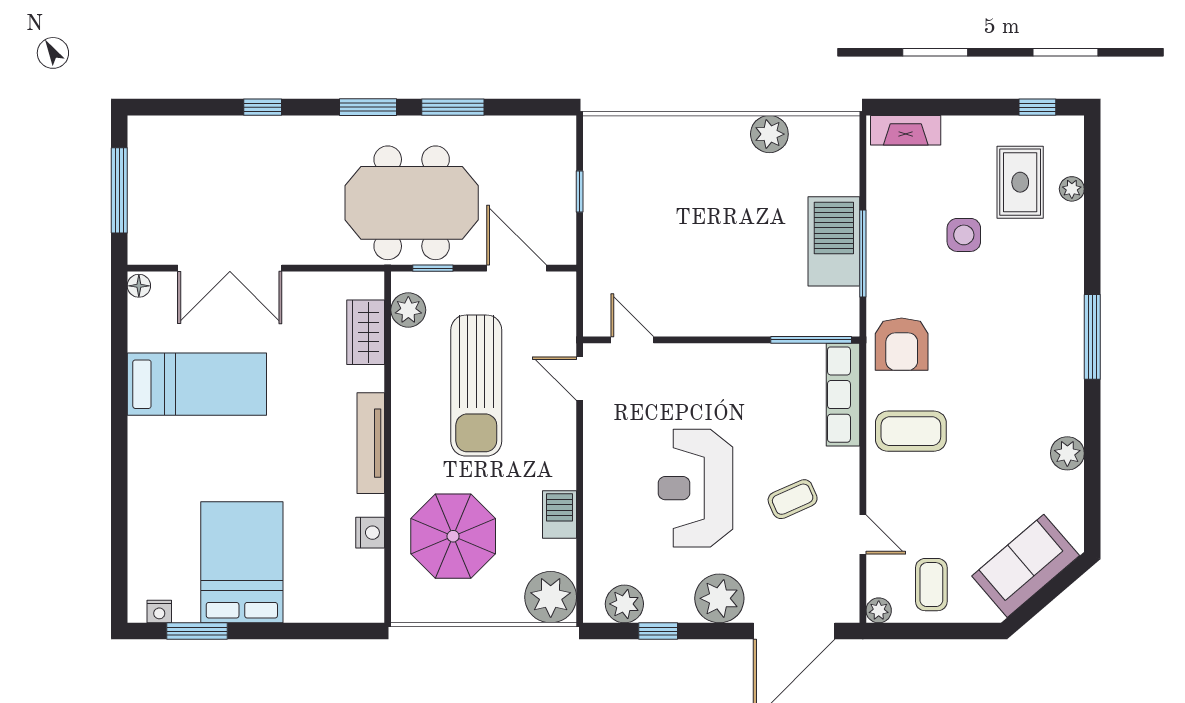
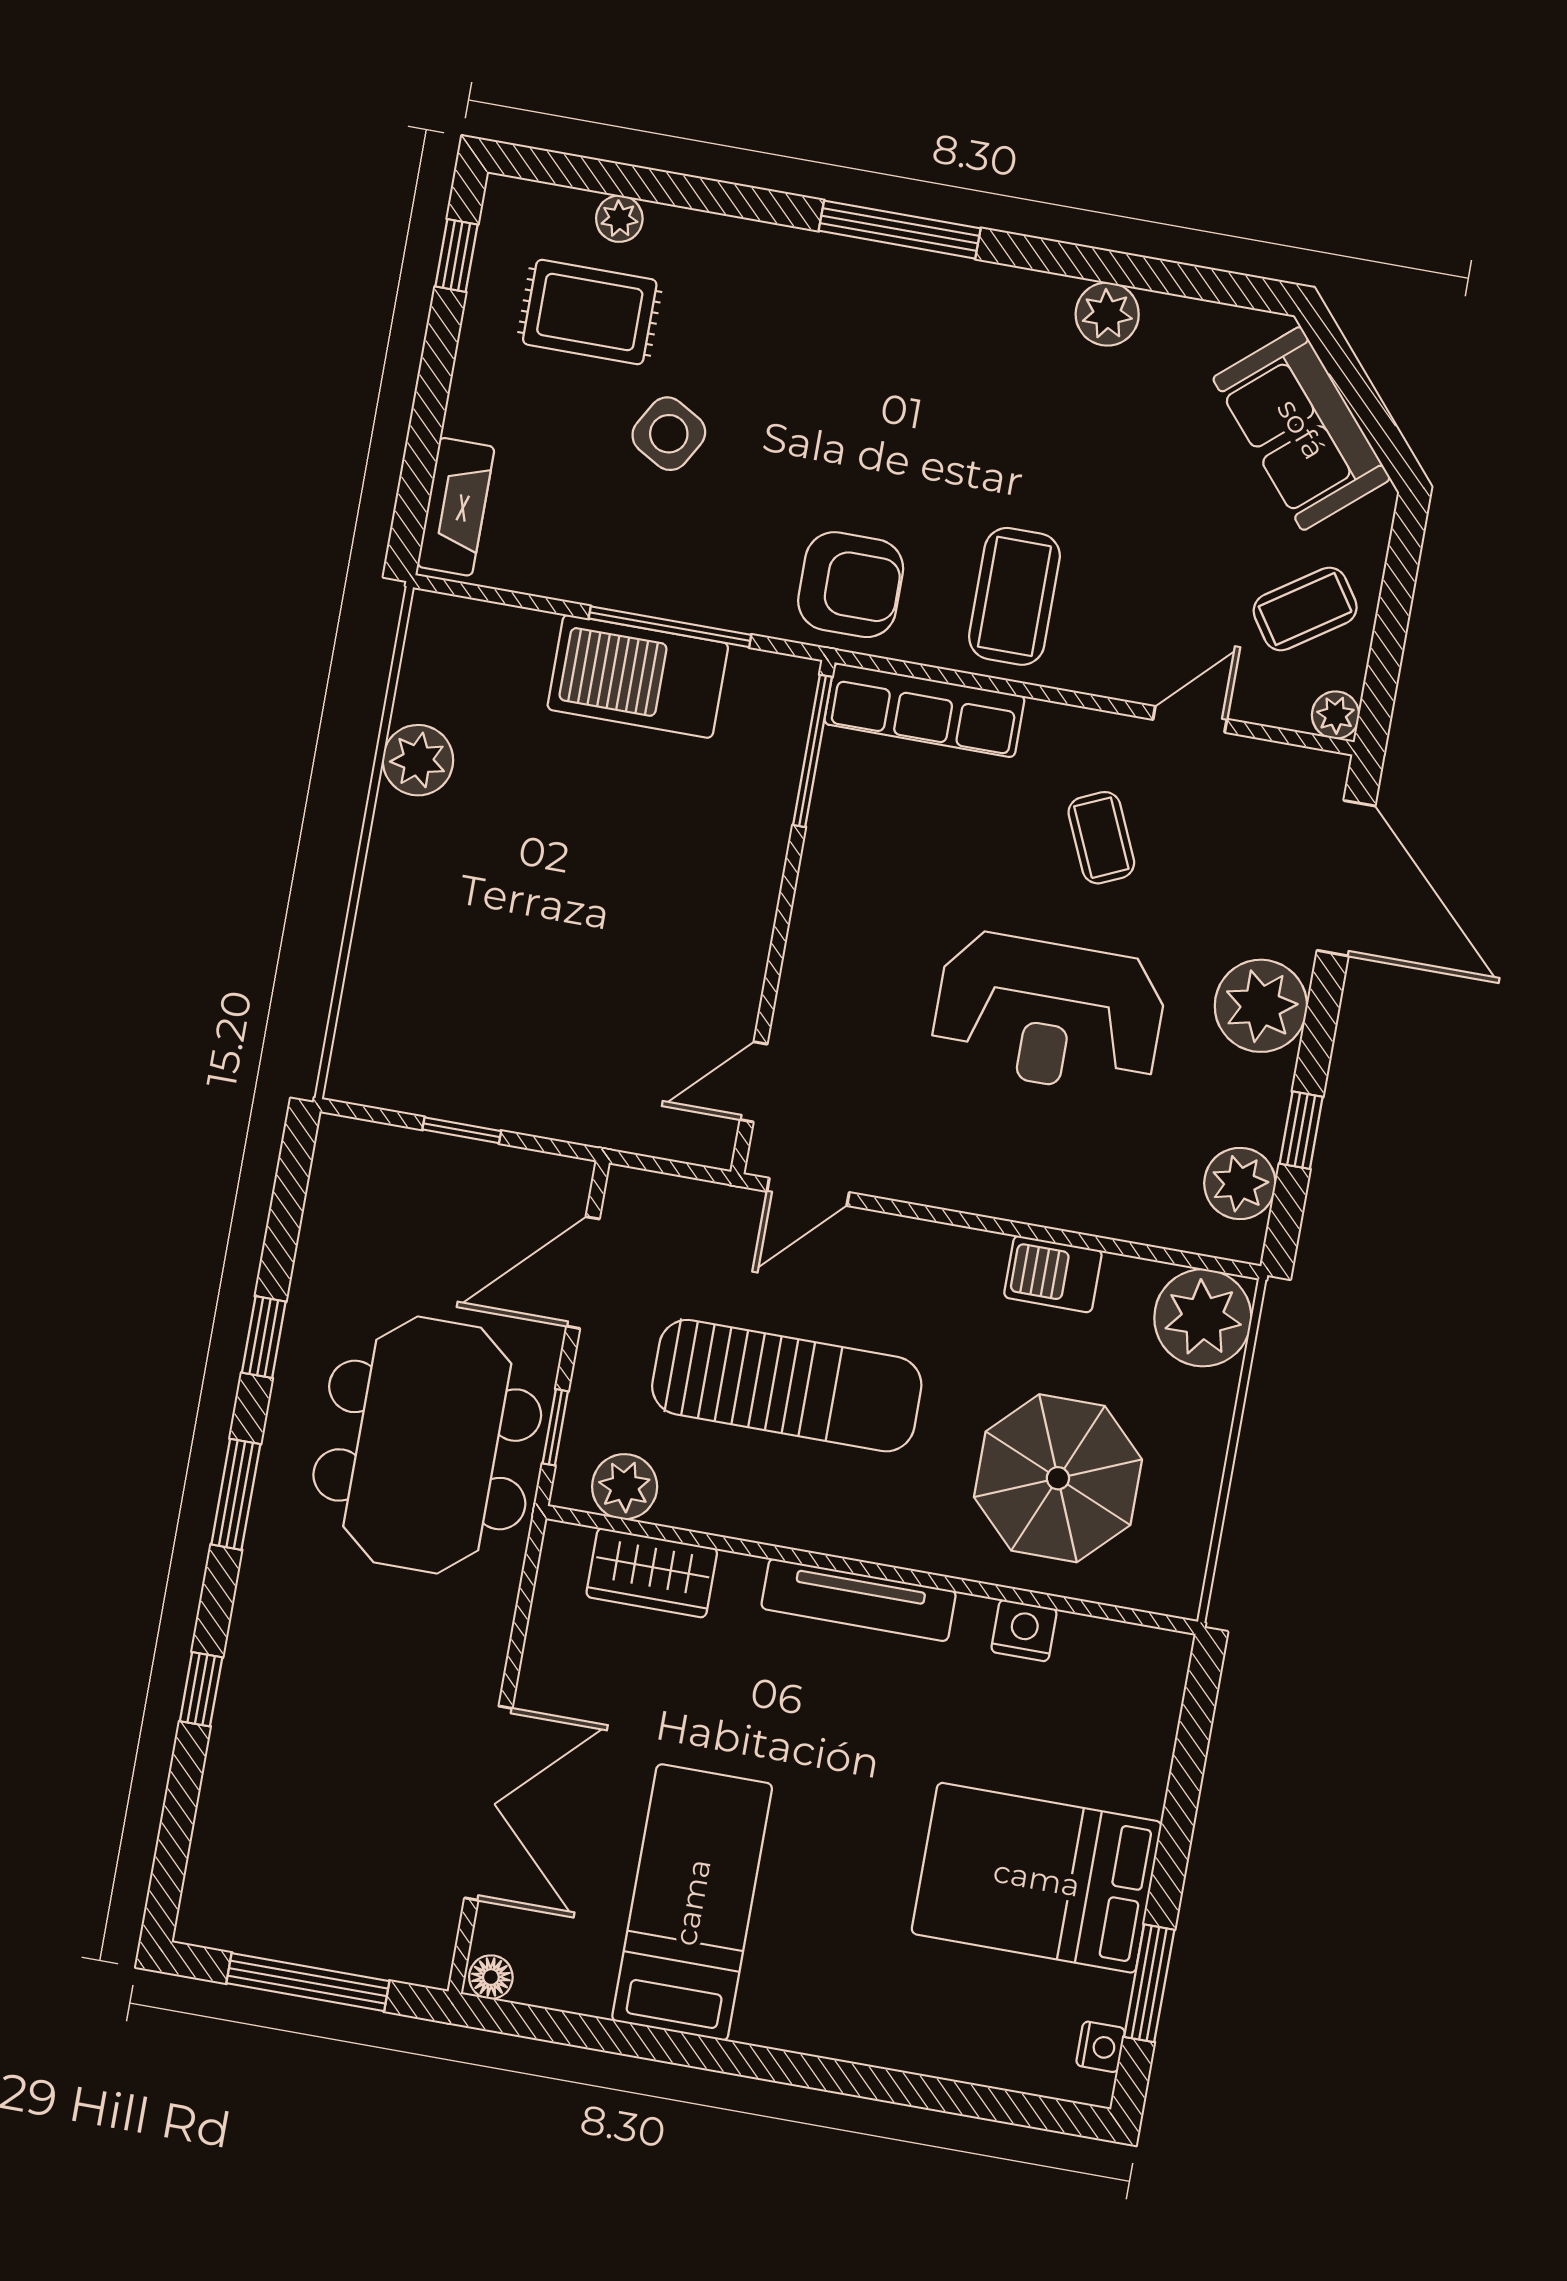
window: (453, 107) -> (264, 1337), width x0.67
side table: (964, 235) -> (669, 434), turned 30
coffee table: (931, 585) -> (1305, 609), turned -34

